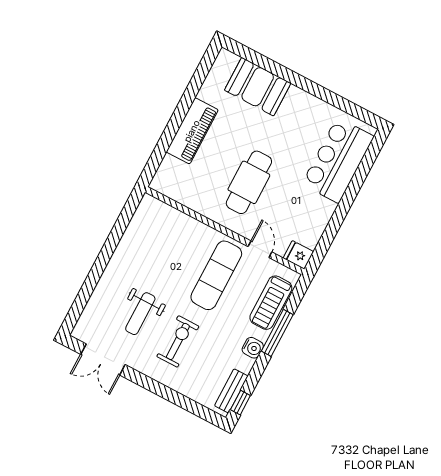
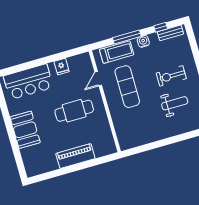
booth: (258, 87) -> (25, 130), moved
fridge: (298, 255) -> (62, 67), moved
exercise mat: (216, 275) -> (127, 87), turned 90
window: (240, 403) -> (161, 27), moved

